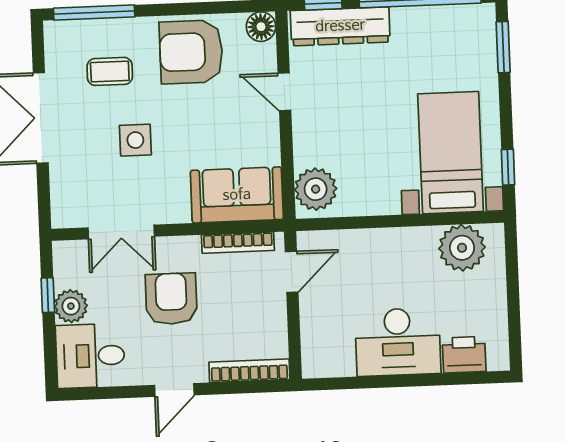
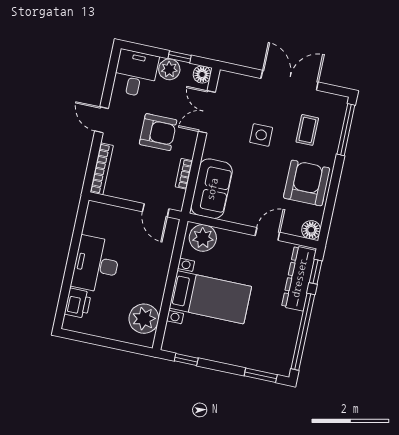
bed with nightstands: (451, 153) -> (210, 297), moved
bookcase: (238, 243) -> (184, 174), width x0.64
floor lamp: (66, 254) -> (202, 74), added

